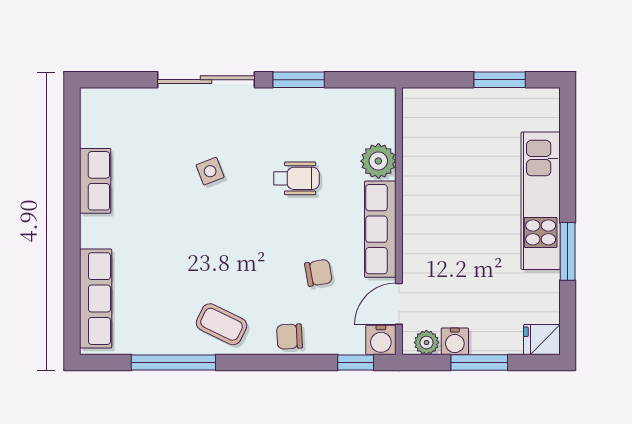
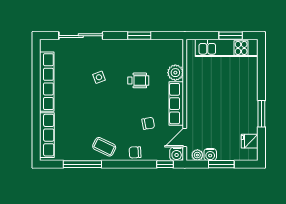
sliding door: (206, 80) -> (81, 36), moved
row of seats: (95, 181) -> (47, 82), width x2.02
kitchen unit: (541, 201) -> (227, 48), moved, turned -90
fridge: (542, 340) -> (250, 141), moved

